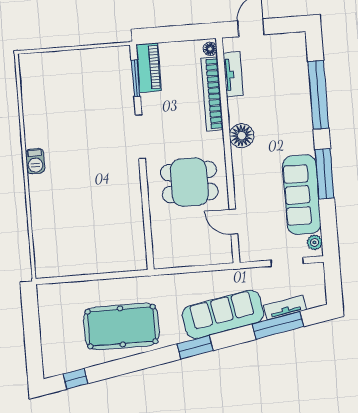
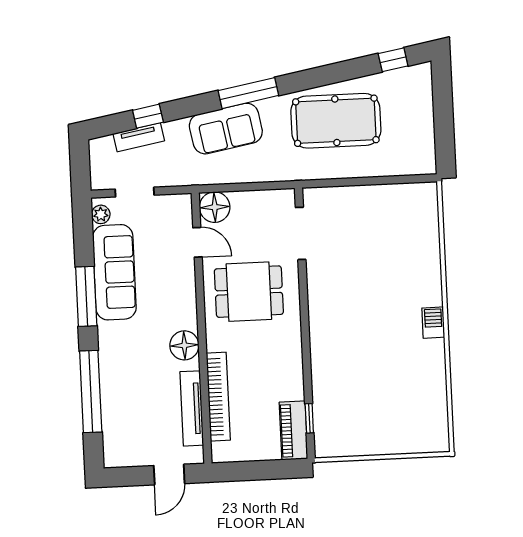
floor lamp: (210, 49) -> (215, 207), moved, width x1.89, depth x1.89
tv unit: (233, 74) -> (192, 408), width x1.41
window: (136, 78) -> (309, 418), width x0.67
doorway: (140, 137) -> (301, 233), moved
sofa: (223, 314) -> (226, 129), width x0.73
window: (278, 325) -> (148, 116), width x0.46
window: (195, 347) -> (248, 93), width x1.44

